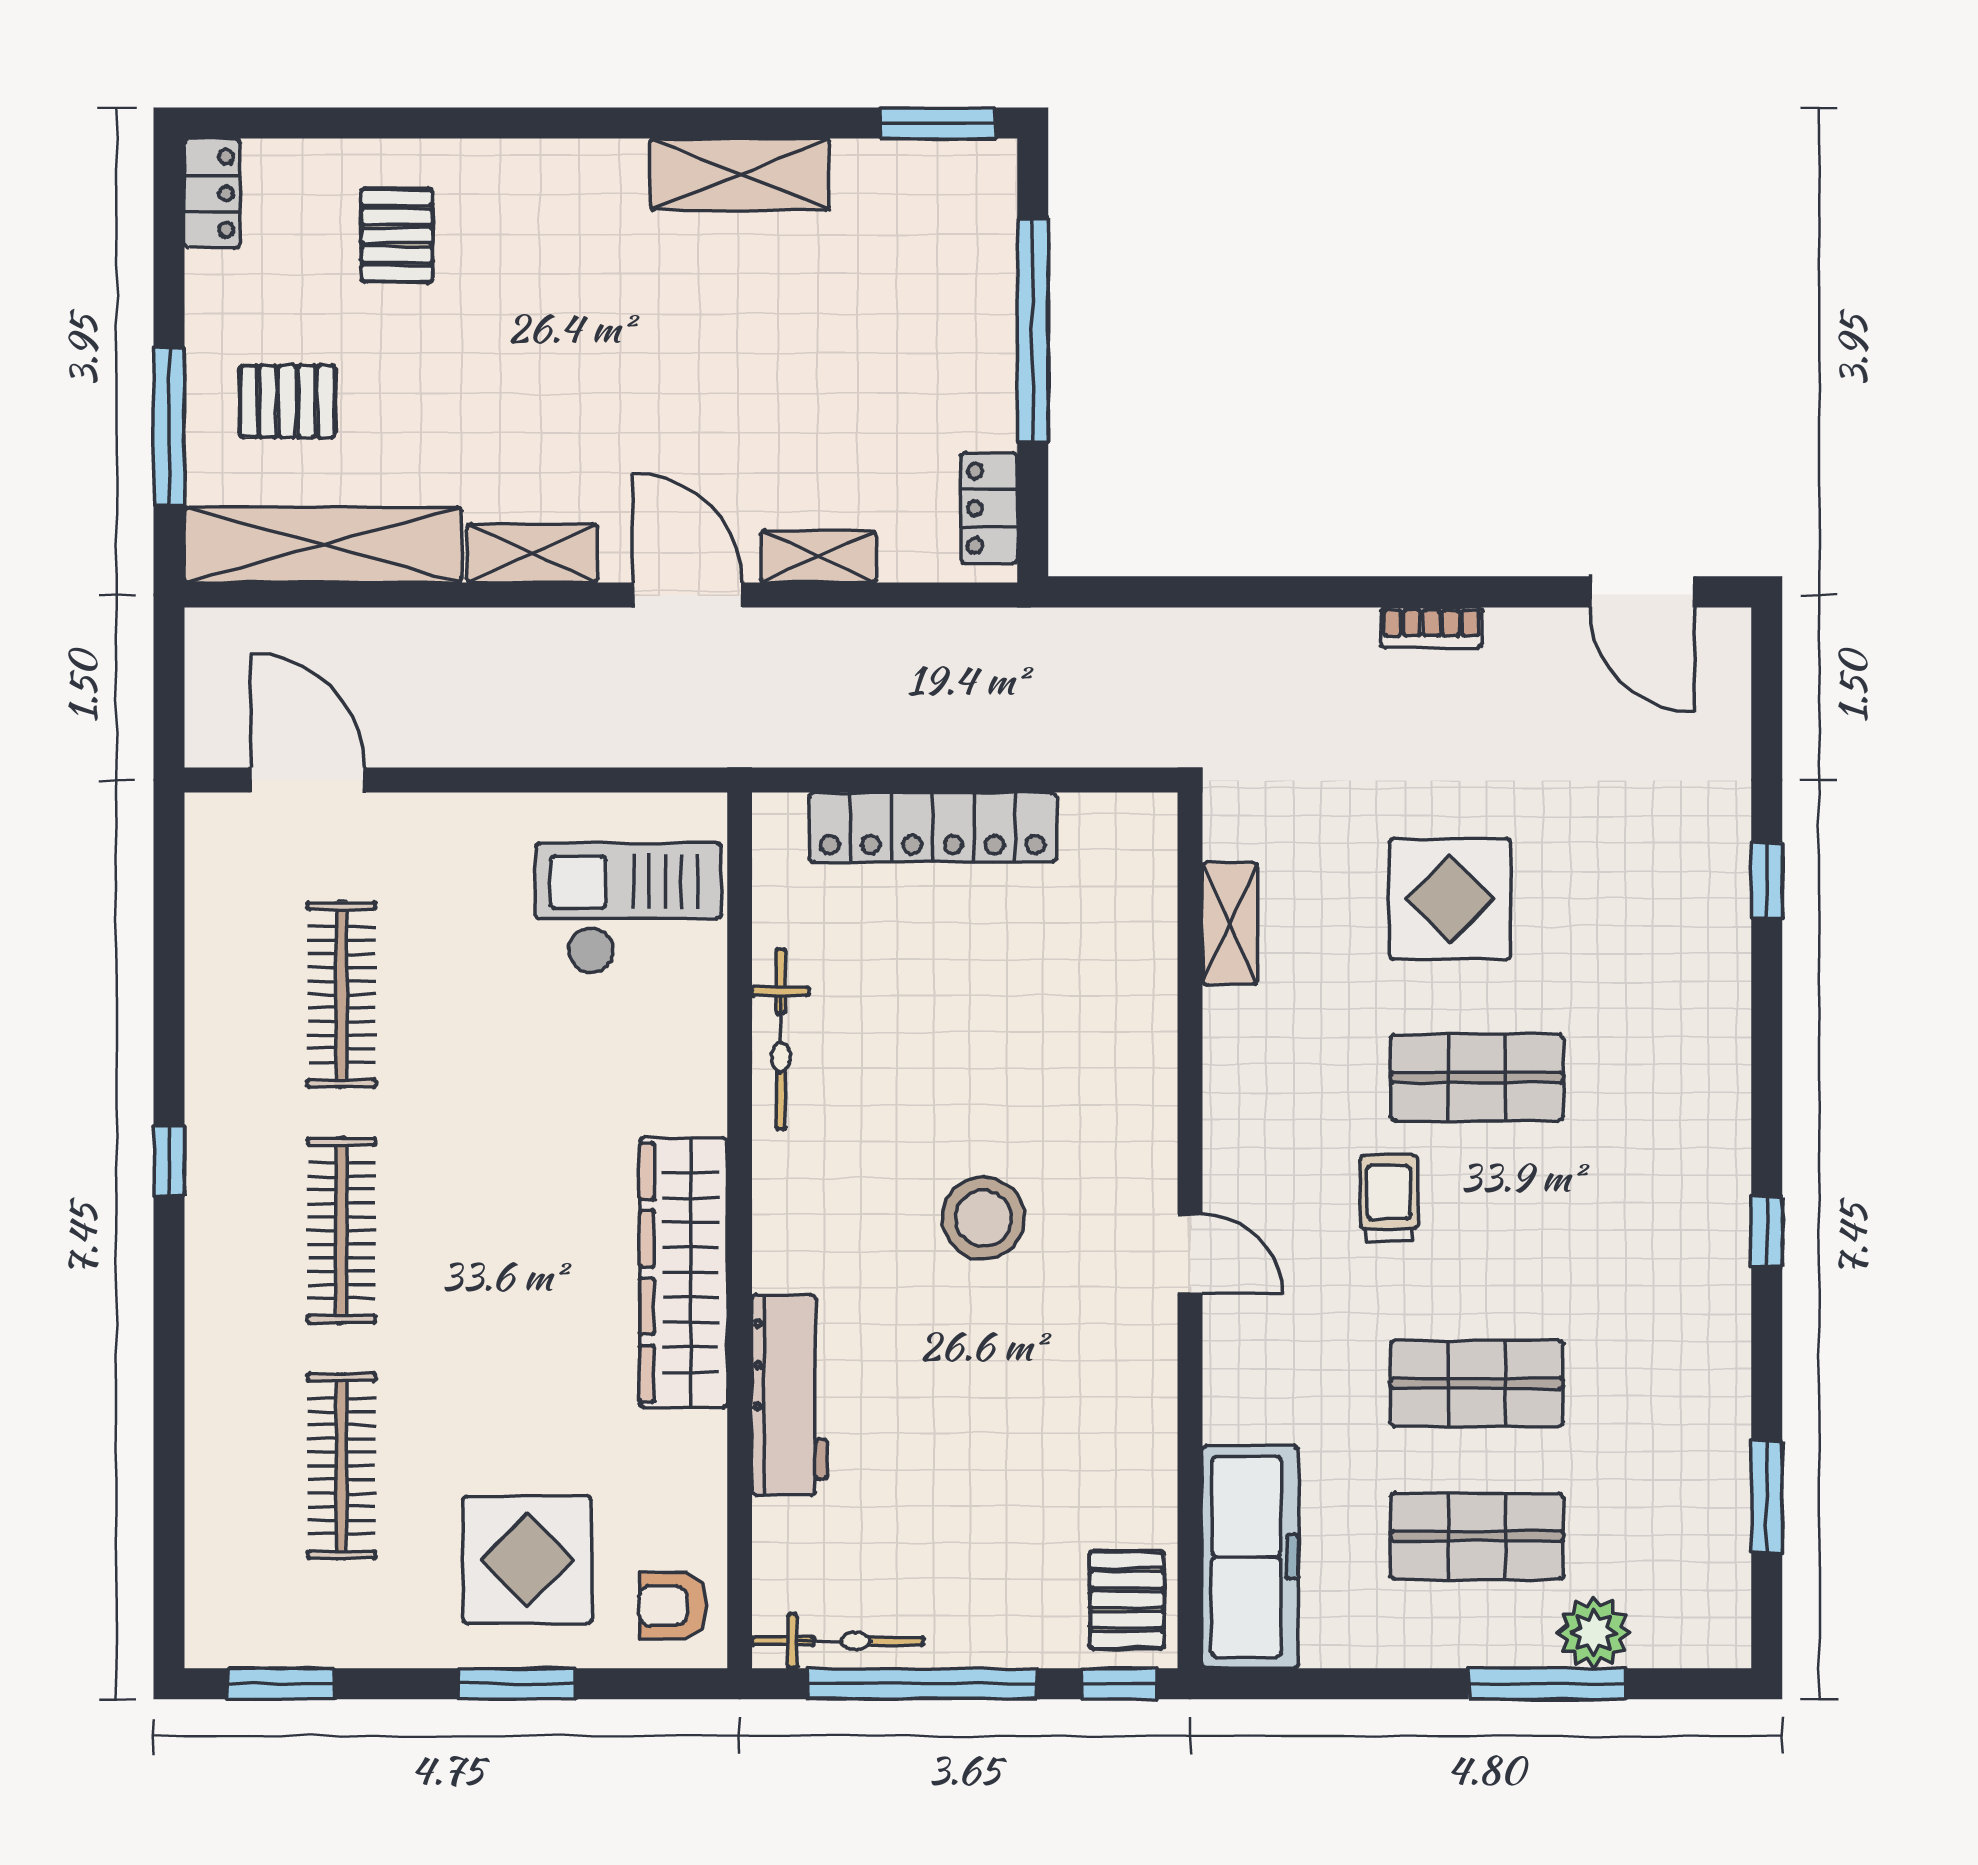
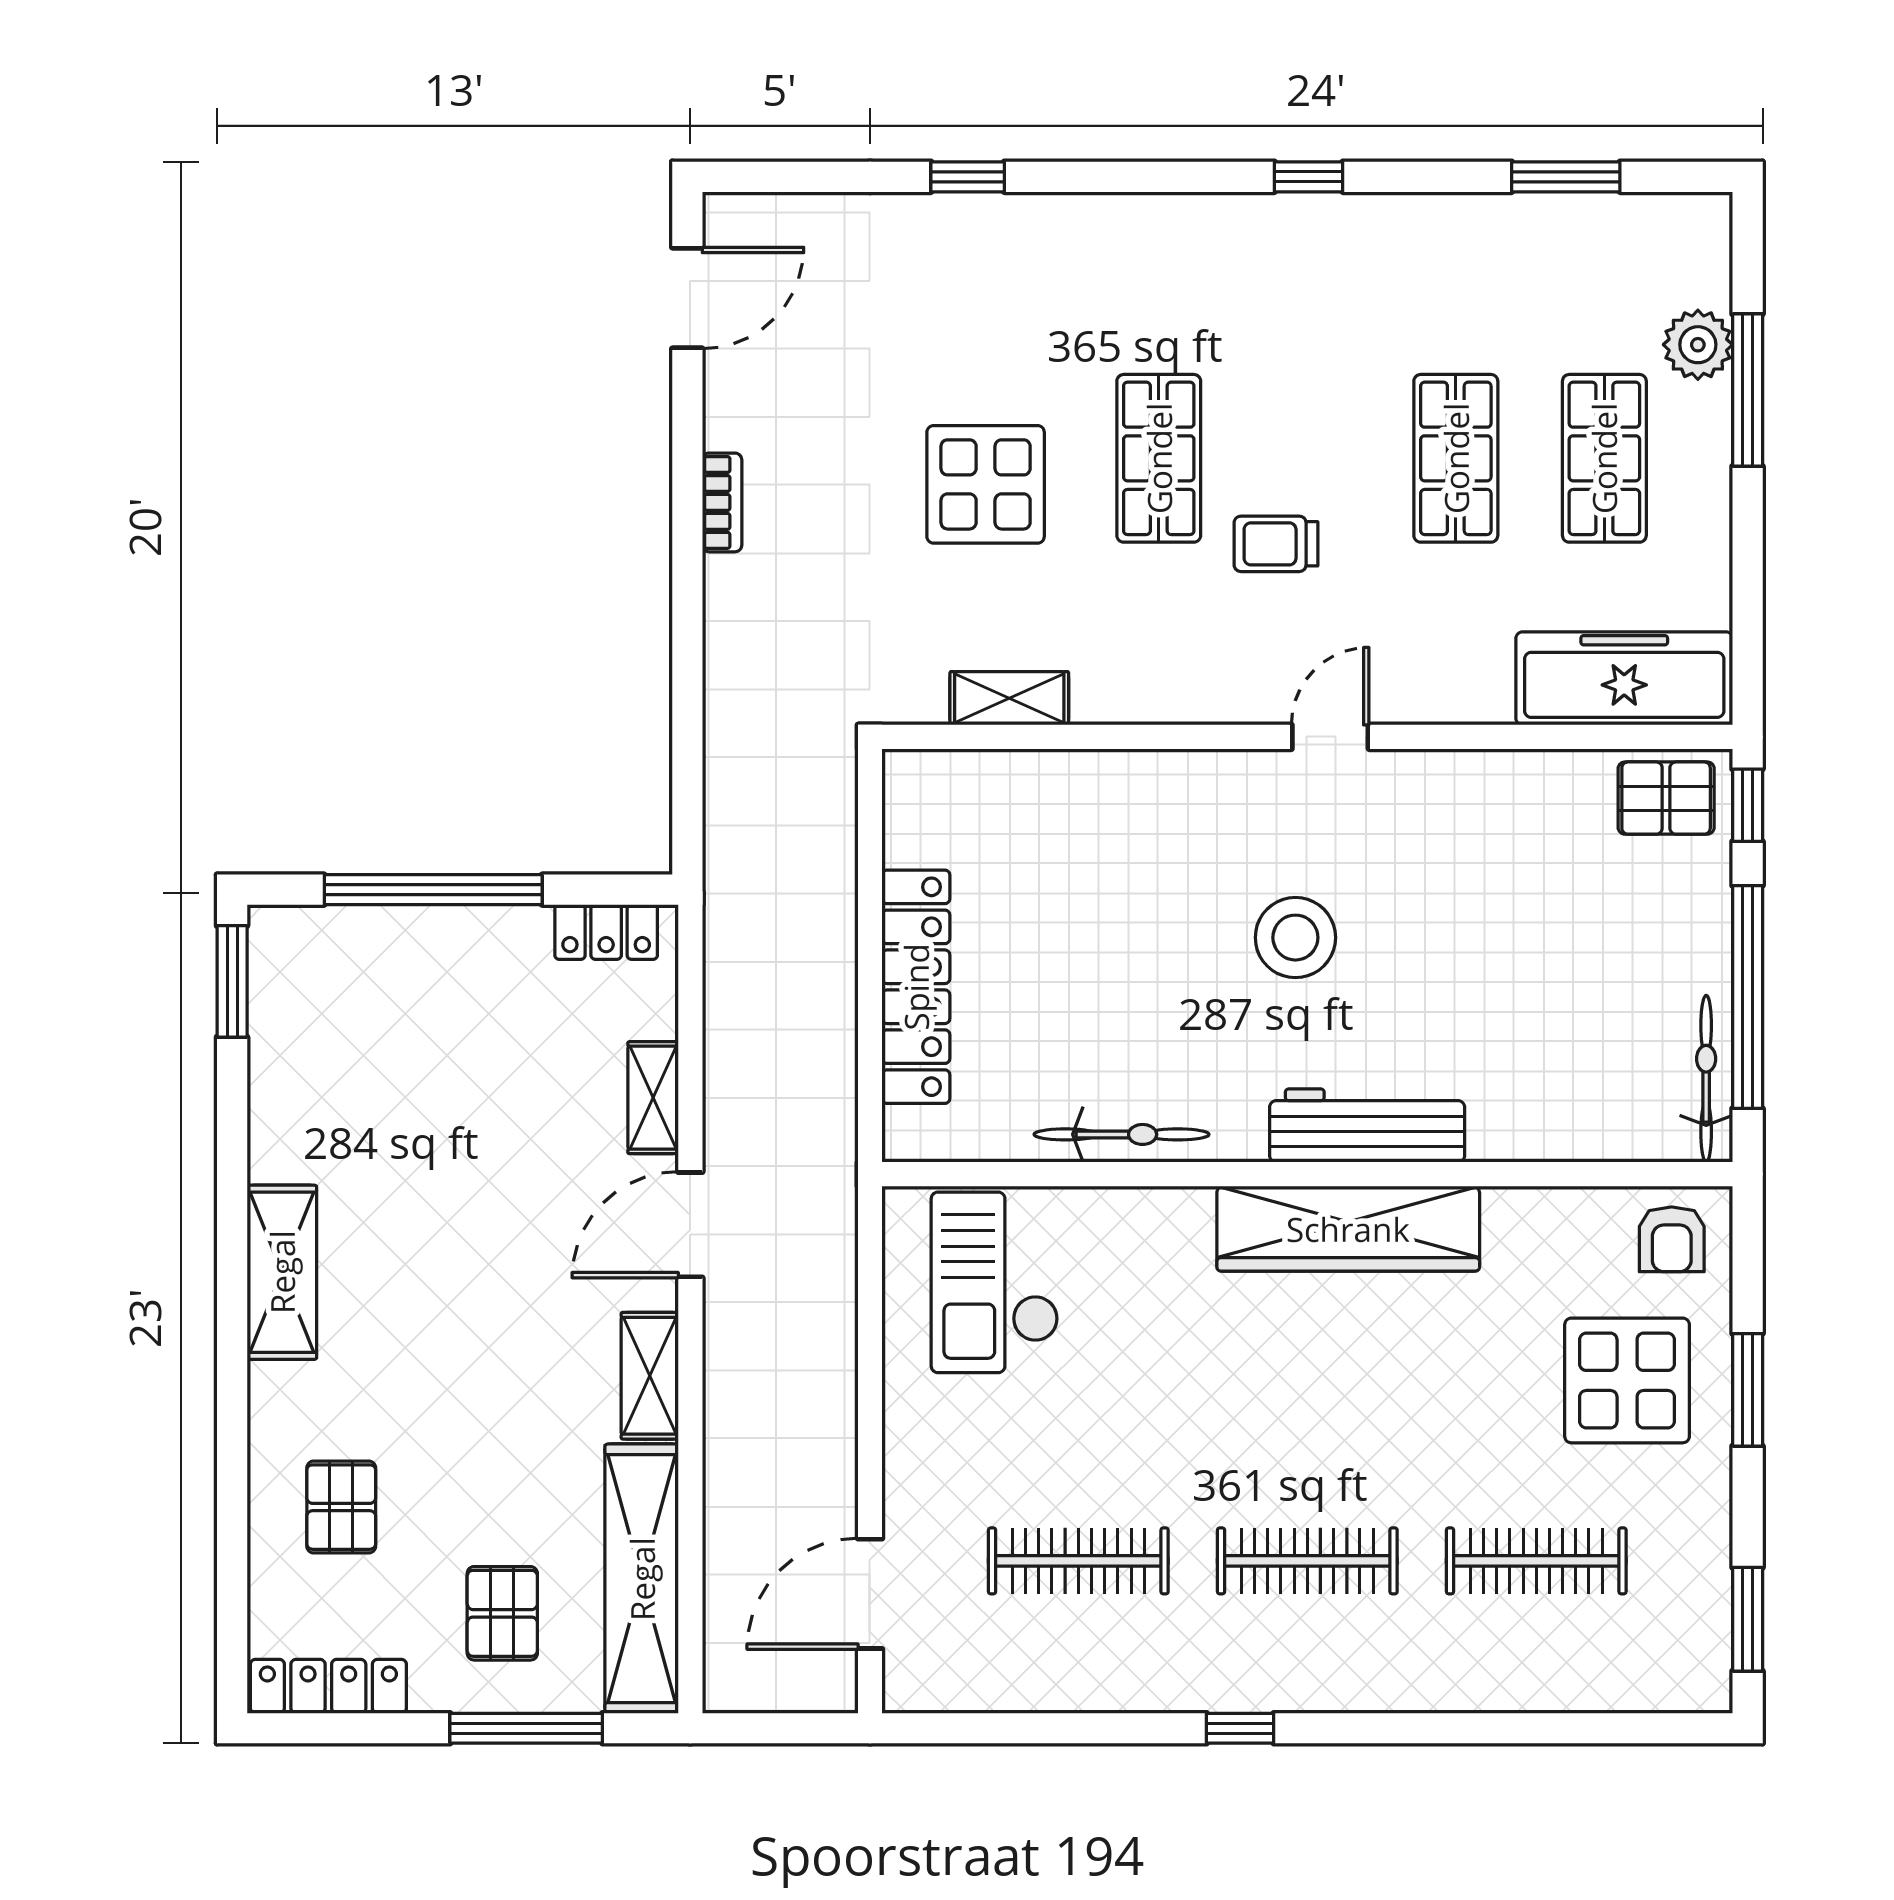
shelving: (740, 174) -> (282, 1272), moved
locker: (212, 193) -> (328, 1686), width x1.53
pallet: (397, 235) -> (341, 1507), turned 90
workbench: (790, 1395) -> (1367, 1126), moved

